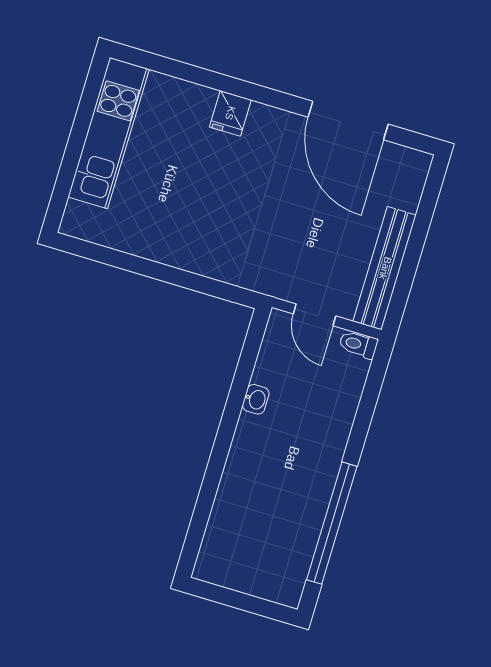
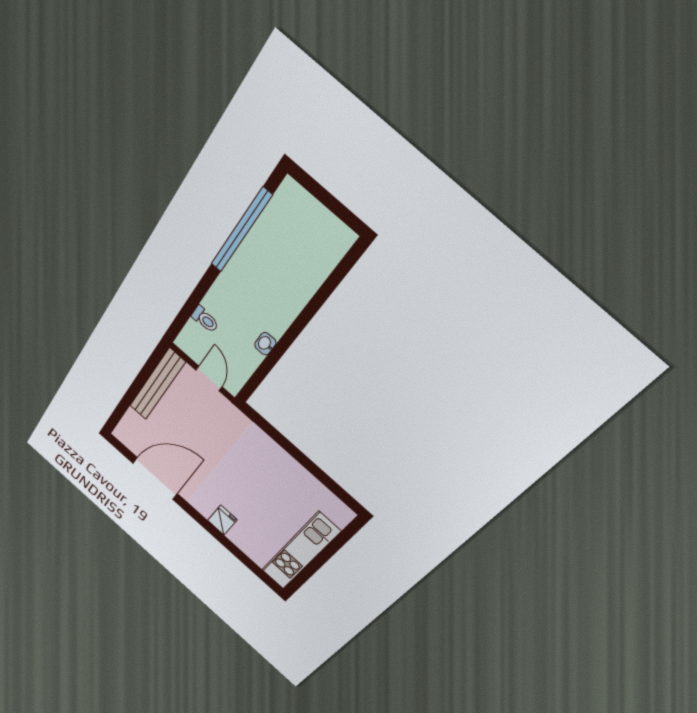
door: (348, 121) -> (155, 478), hinge flipped
toilet: (358, 344) -> (205, 319), moved

